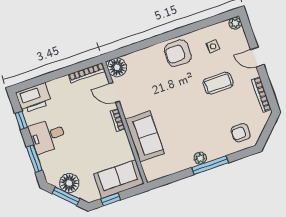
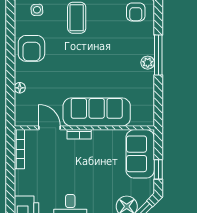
floor lamp: (117, 67) -> (20, 88), moved, width x0.53, depth x0.53
door: (114, 93) -> (50, 128), swing flipped
sofa: (145, 136) -> (97, 112), width x1.36

